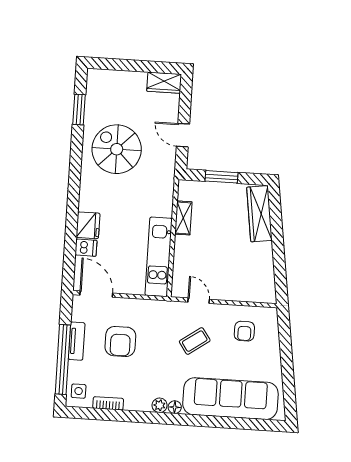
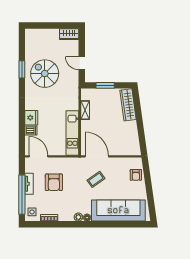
window: (79, 110) -> (22, 69), moved
door: (199, 301) -> (97, 156), width x1.87
armchair: (244, 331) -> (136, 175), moved

